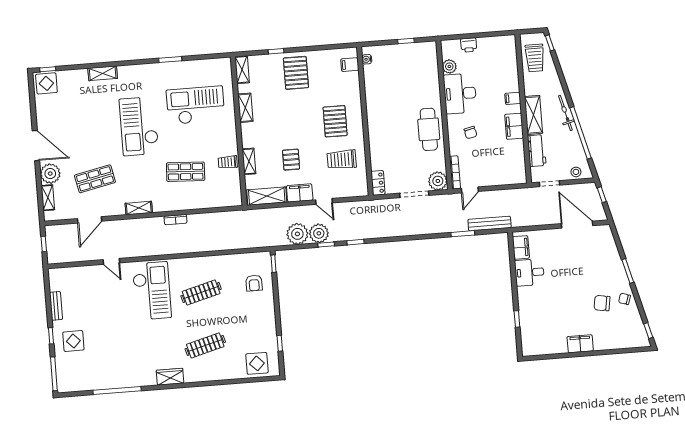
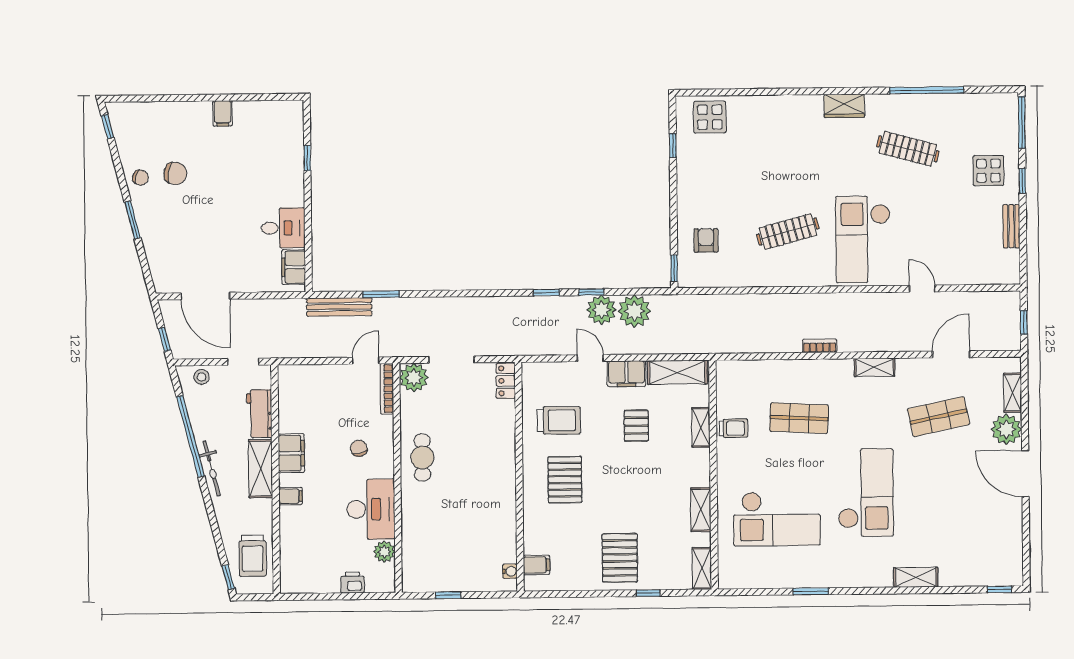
trolley: (535, 58) -> (253, 556), turned 180
display table: (46, 83) -> (1003, 568), removed
cafe table: (429, 129) -> (422, 457), width x0.73, depth x0.74
filing cabinet: (580, 344) -> (223, 113), width x0.50
clothes rail: (205, 345) -> (908, 149), moved, turned 30

